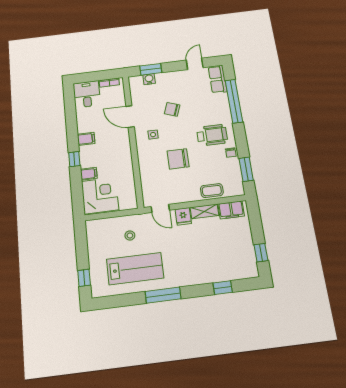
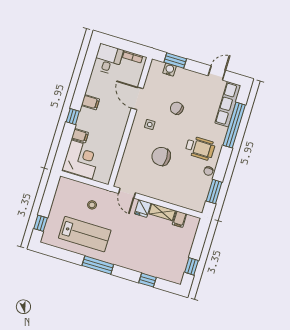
row of seats: (218, 79) -> (228, 104), width x1.48
coffee table: (212, 191) -> (177, 197), removed
filing cabinet: (231, 210) -> (179, 219), width x0.50

